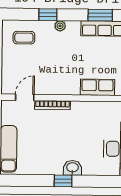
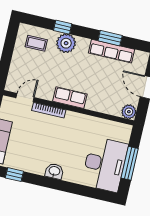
plant: (60, 26) -> (66, 43), width x1.88, depth x1.88
row of seats: (97, 87) -> (70, 98), moved
window: (63, 181) -> (14, 175), moved

